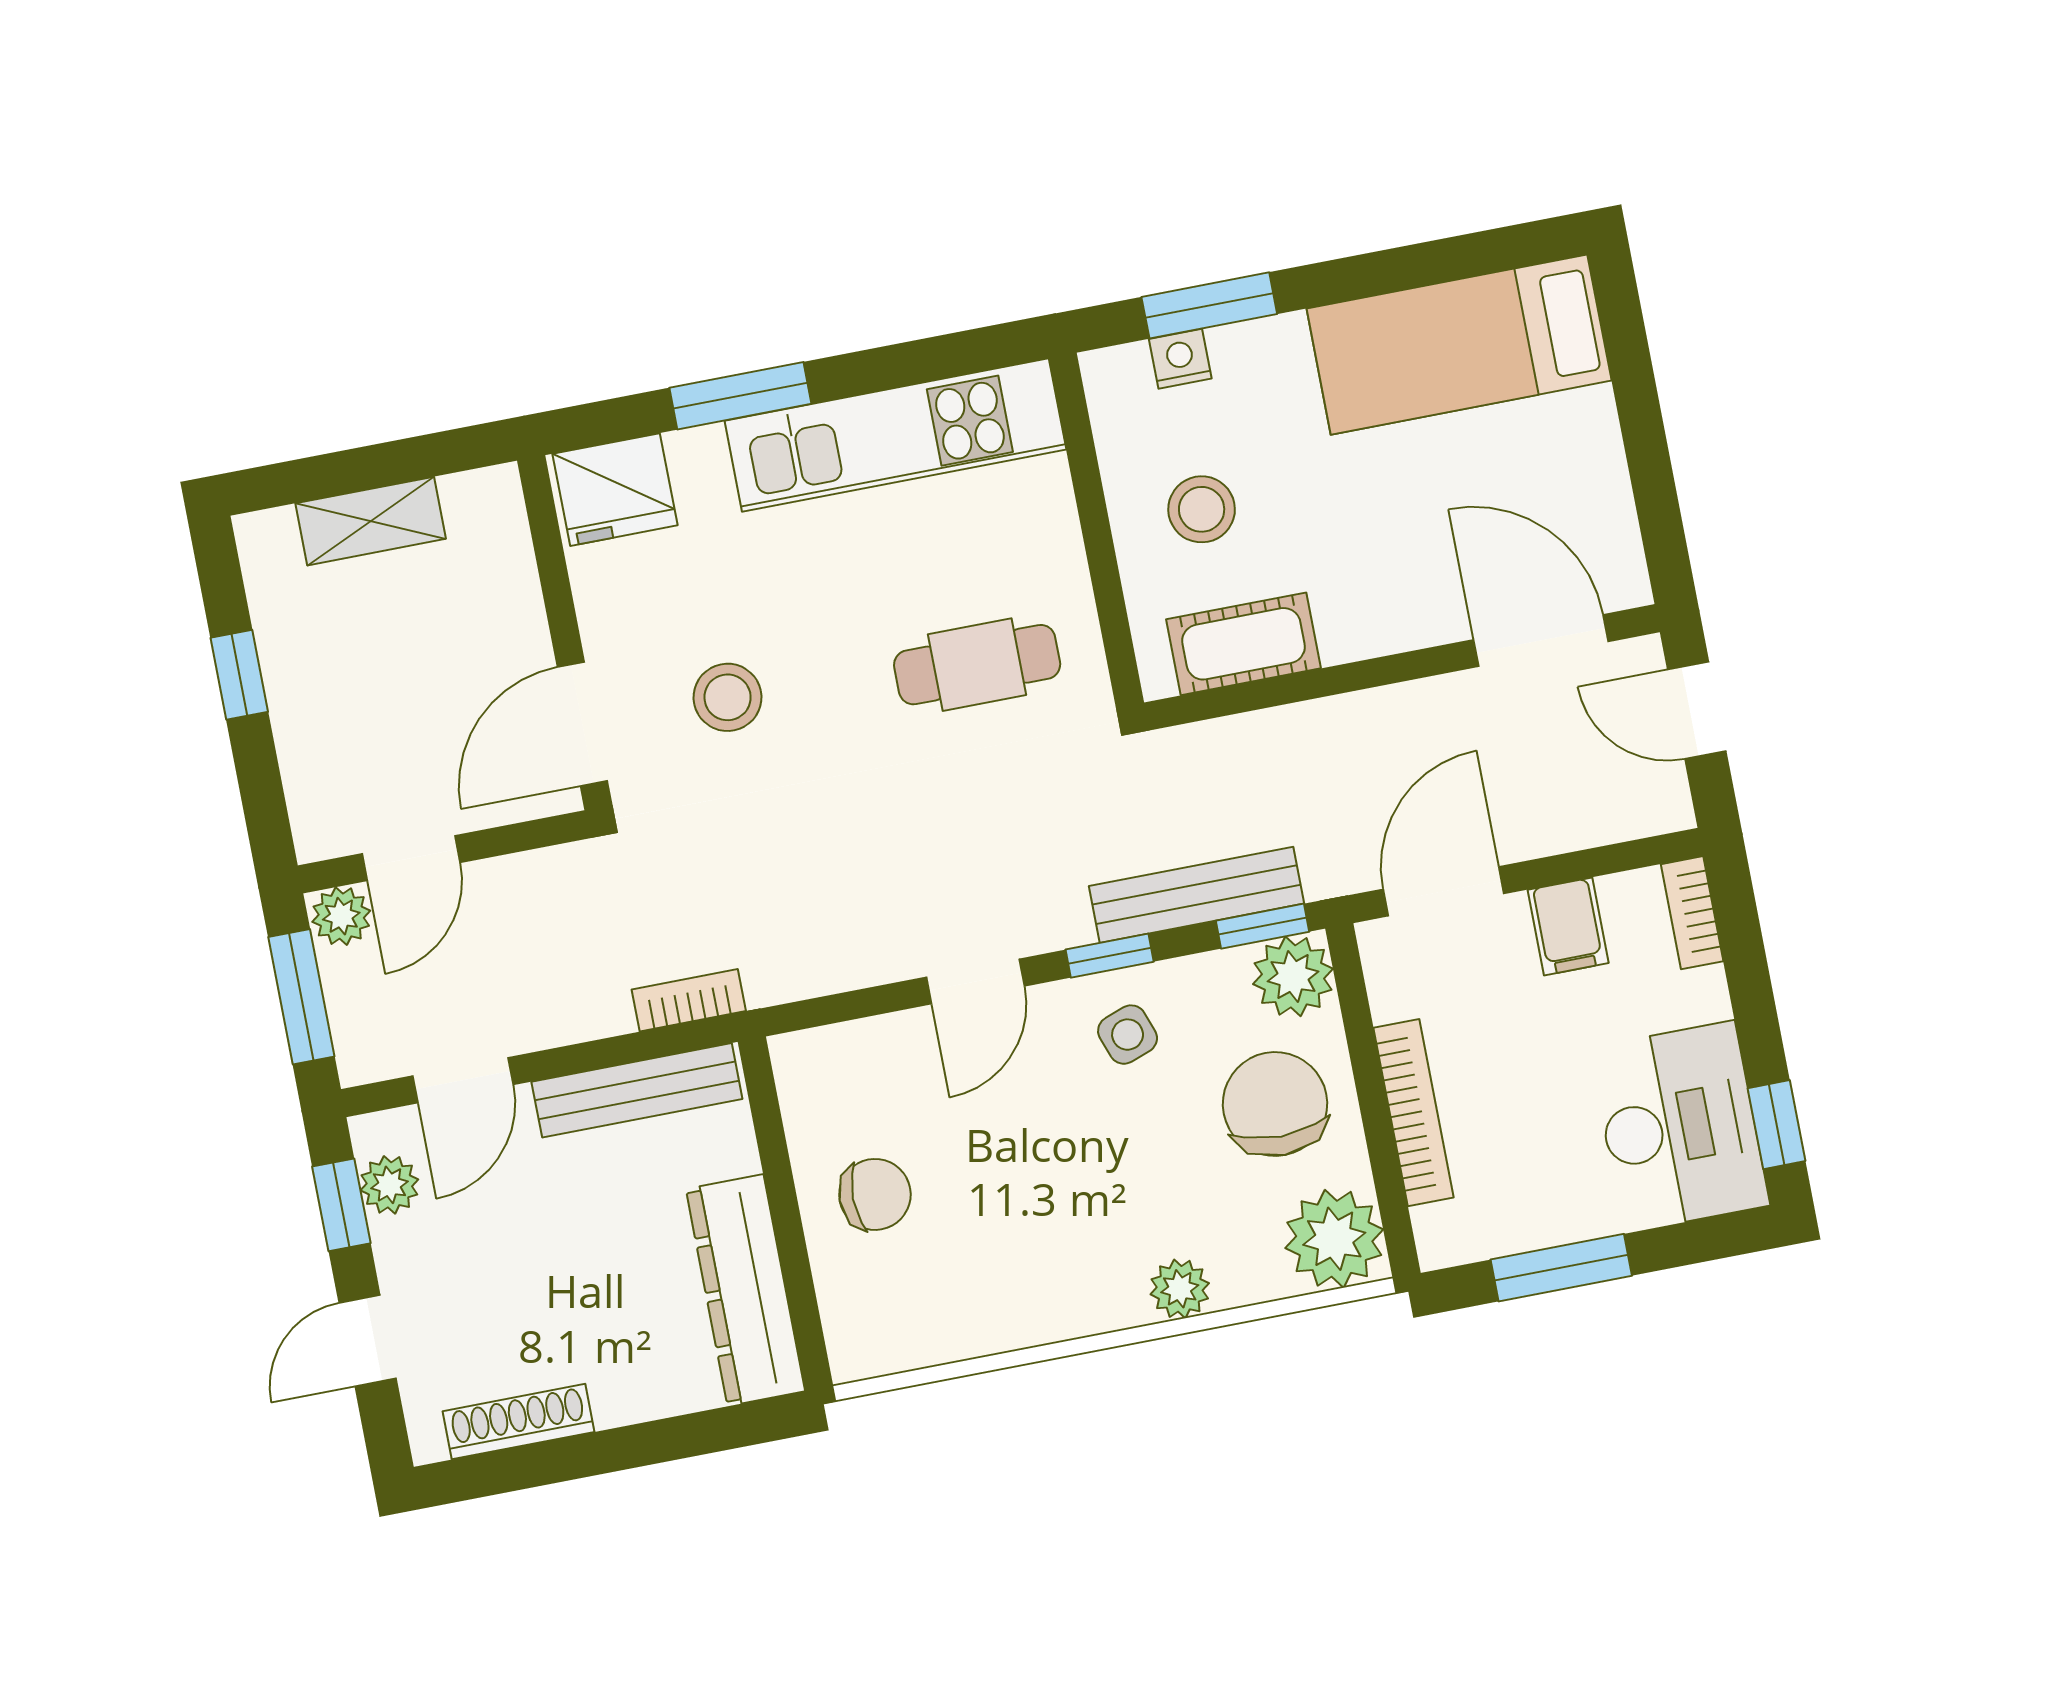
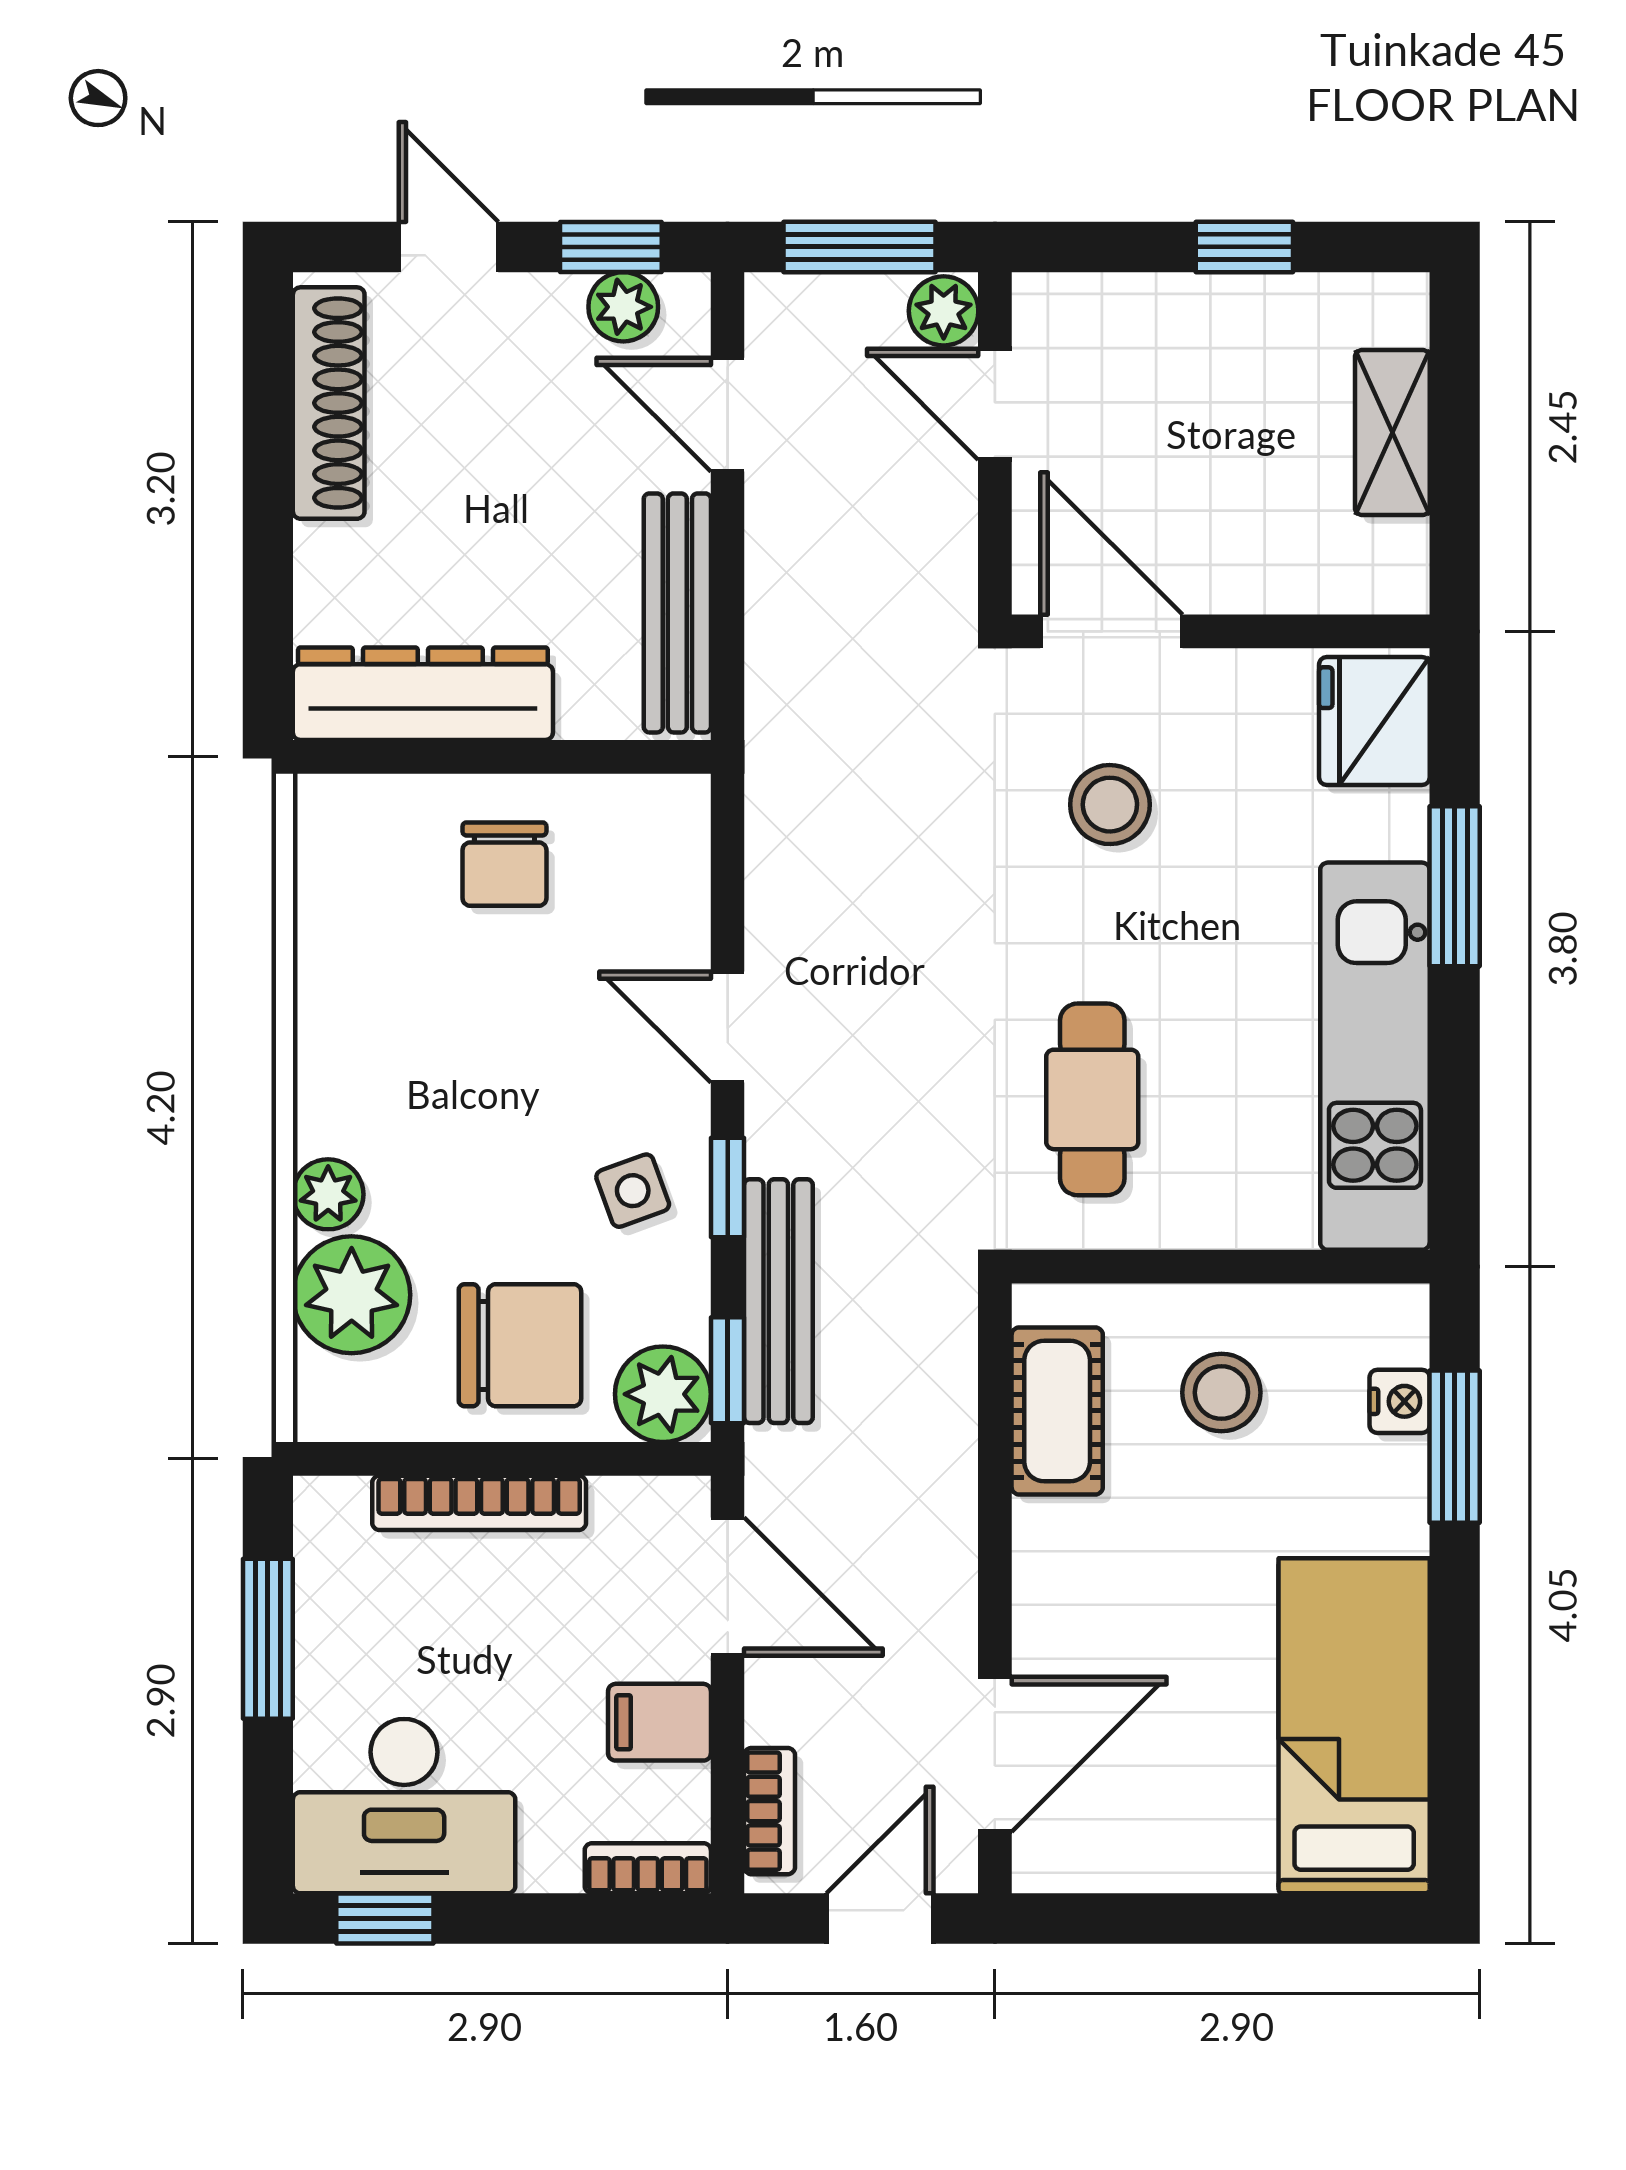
bookcase: (689, 1000) -> (770, 1811), moved
plant: (1334, 1239) -> (352, 1295), moved
shoe rack: (518, 1422) -> (329, 403), width x1.36, depth x1.24

